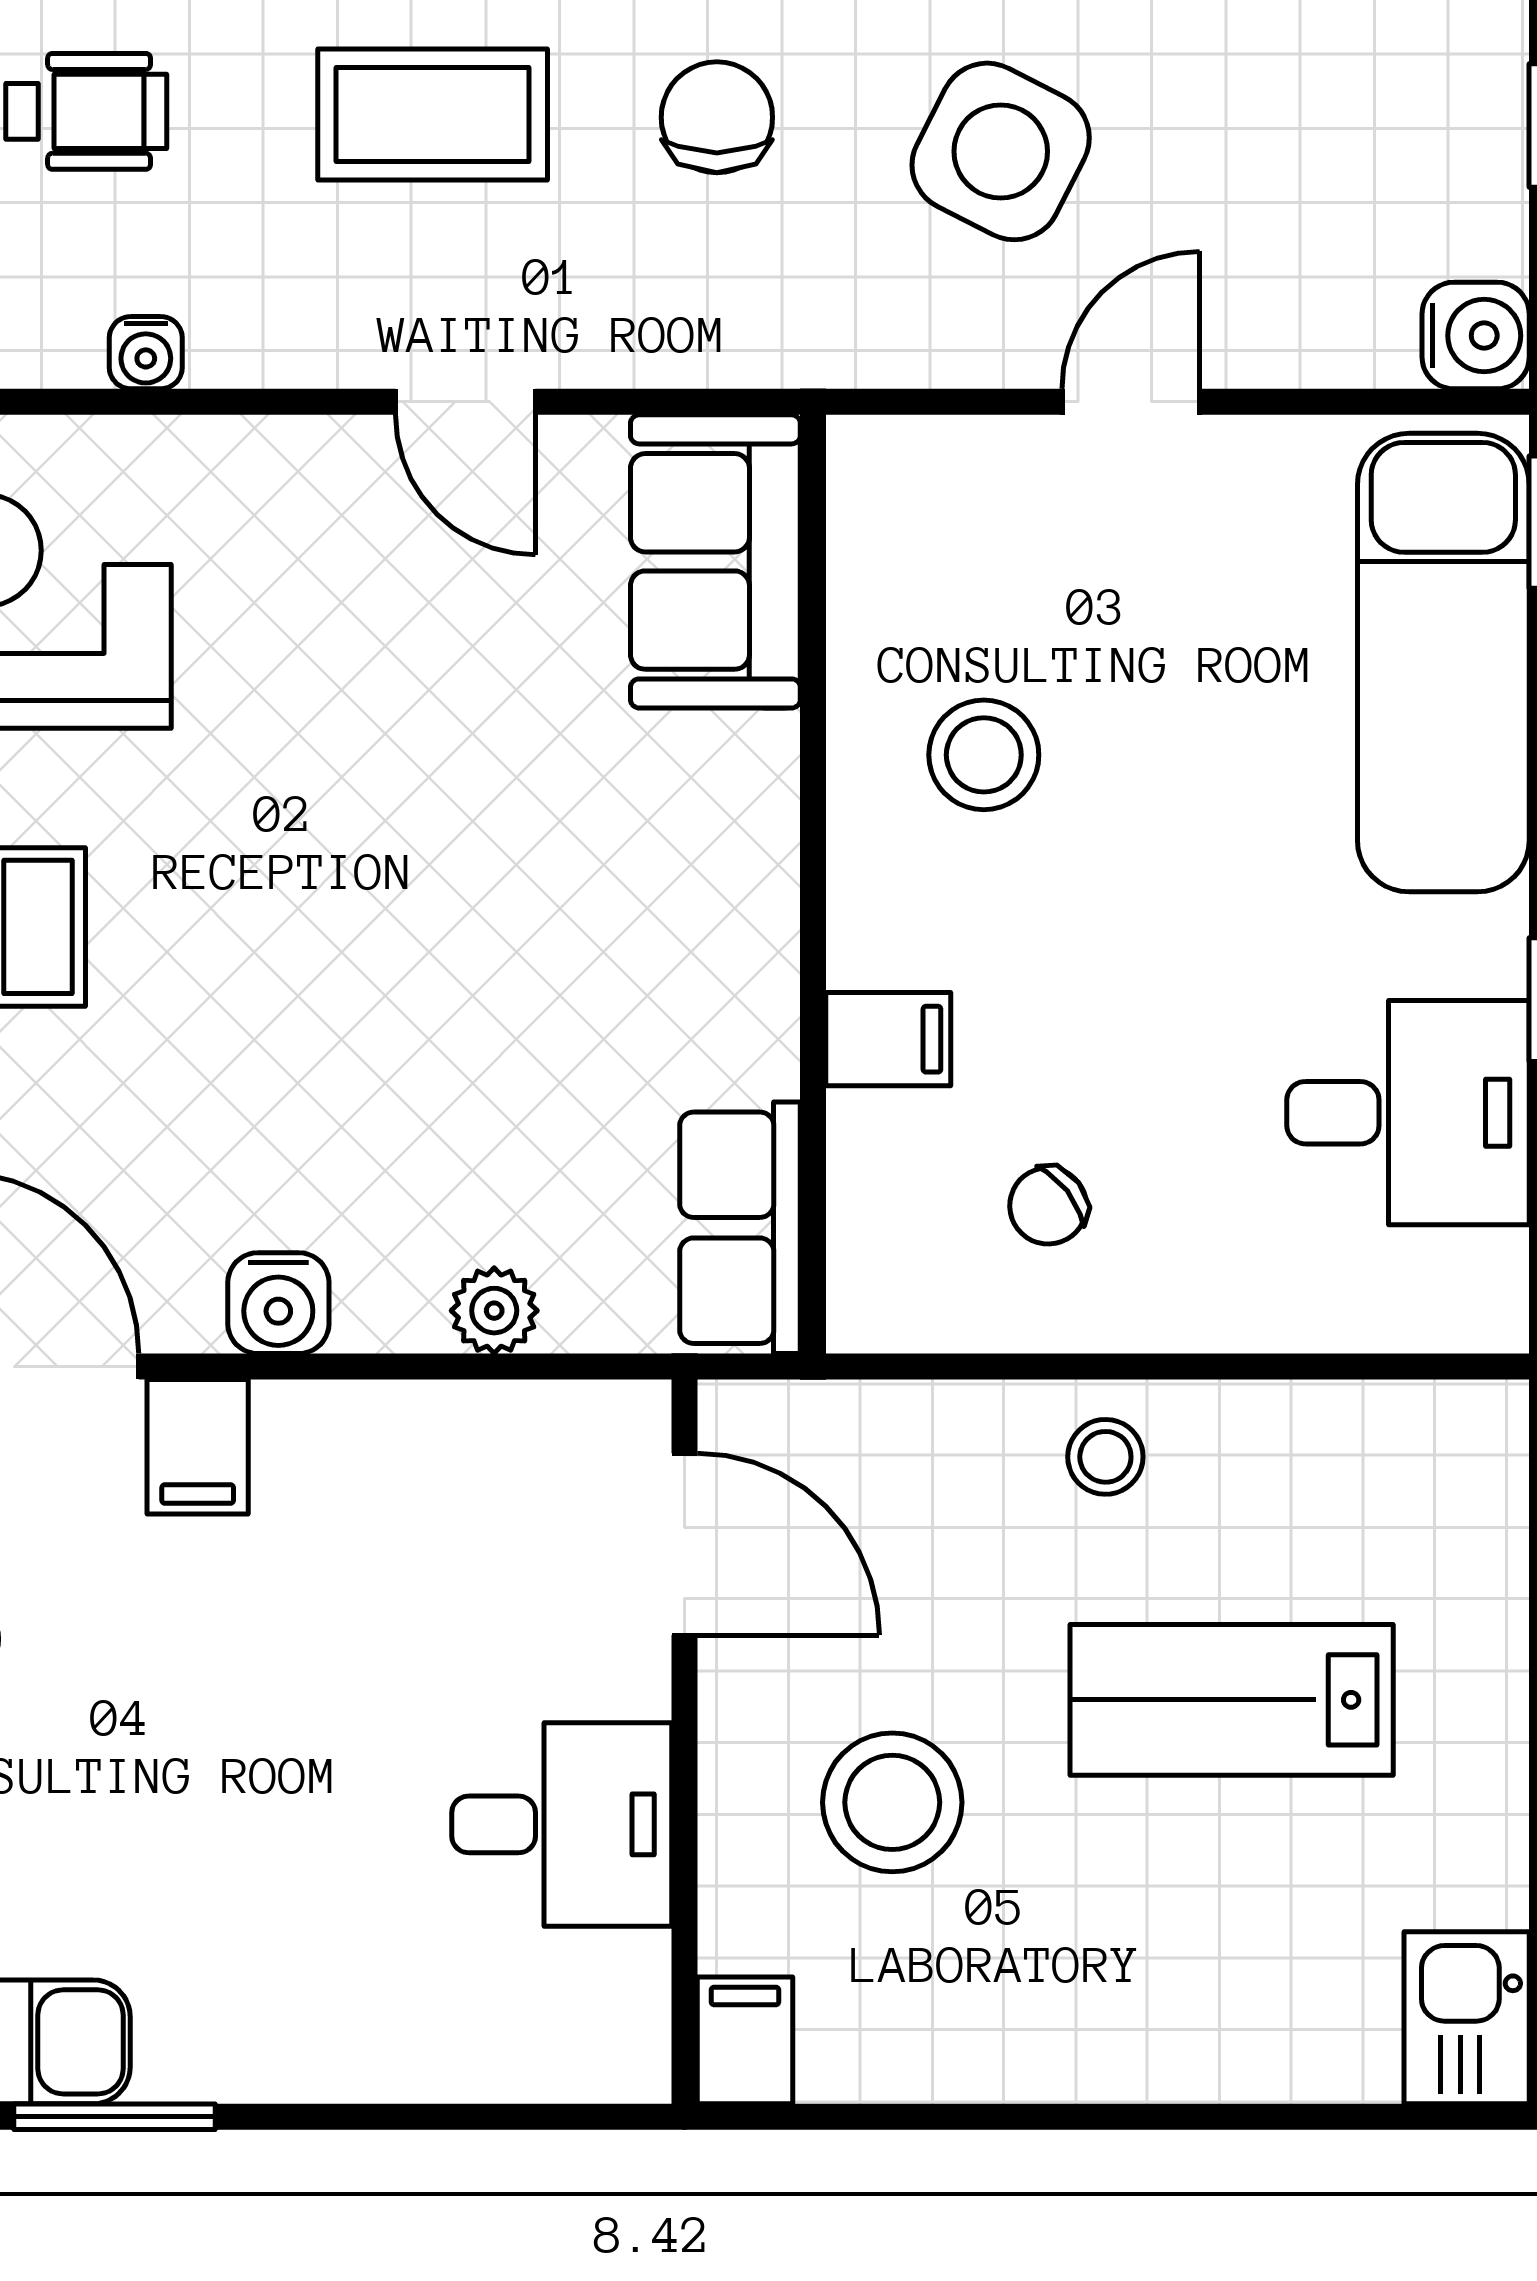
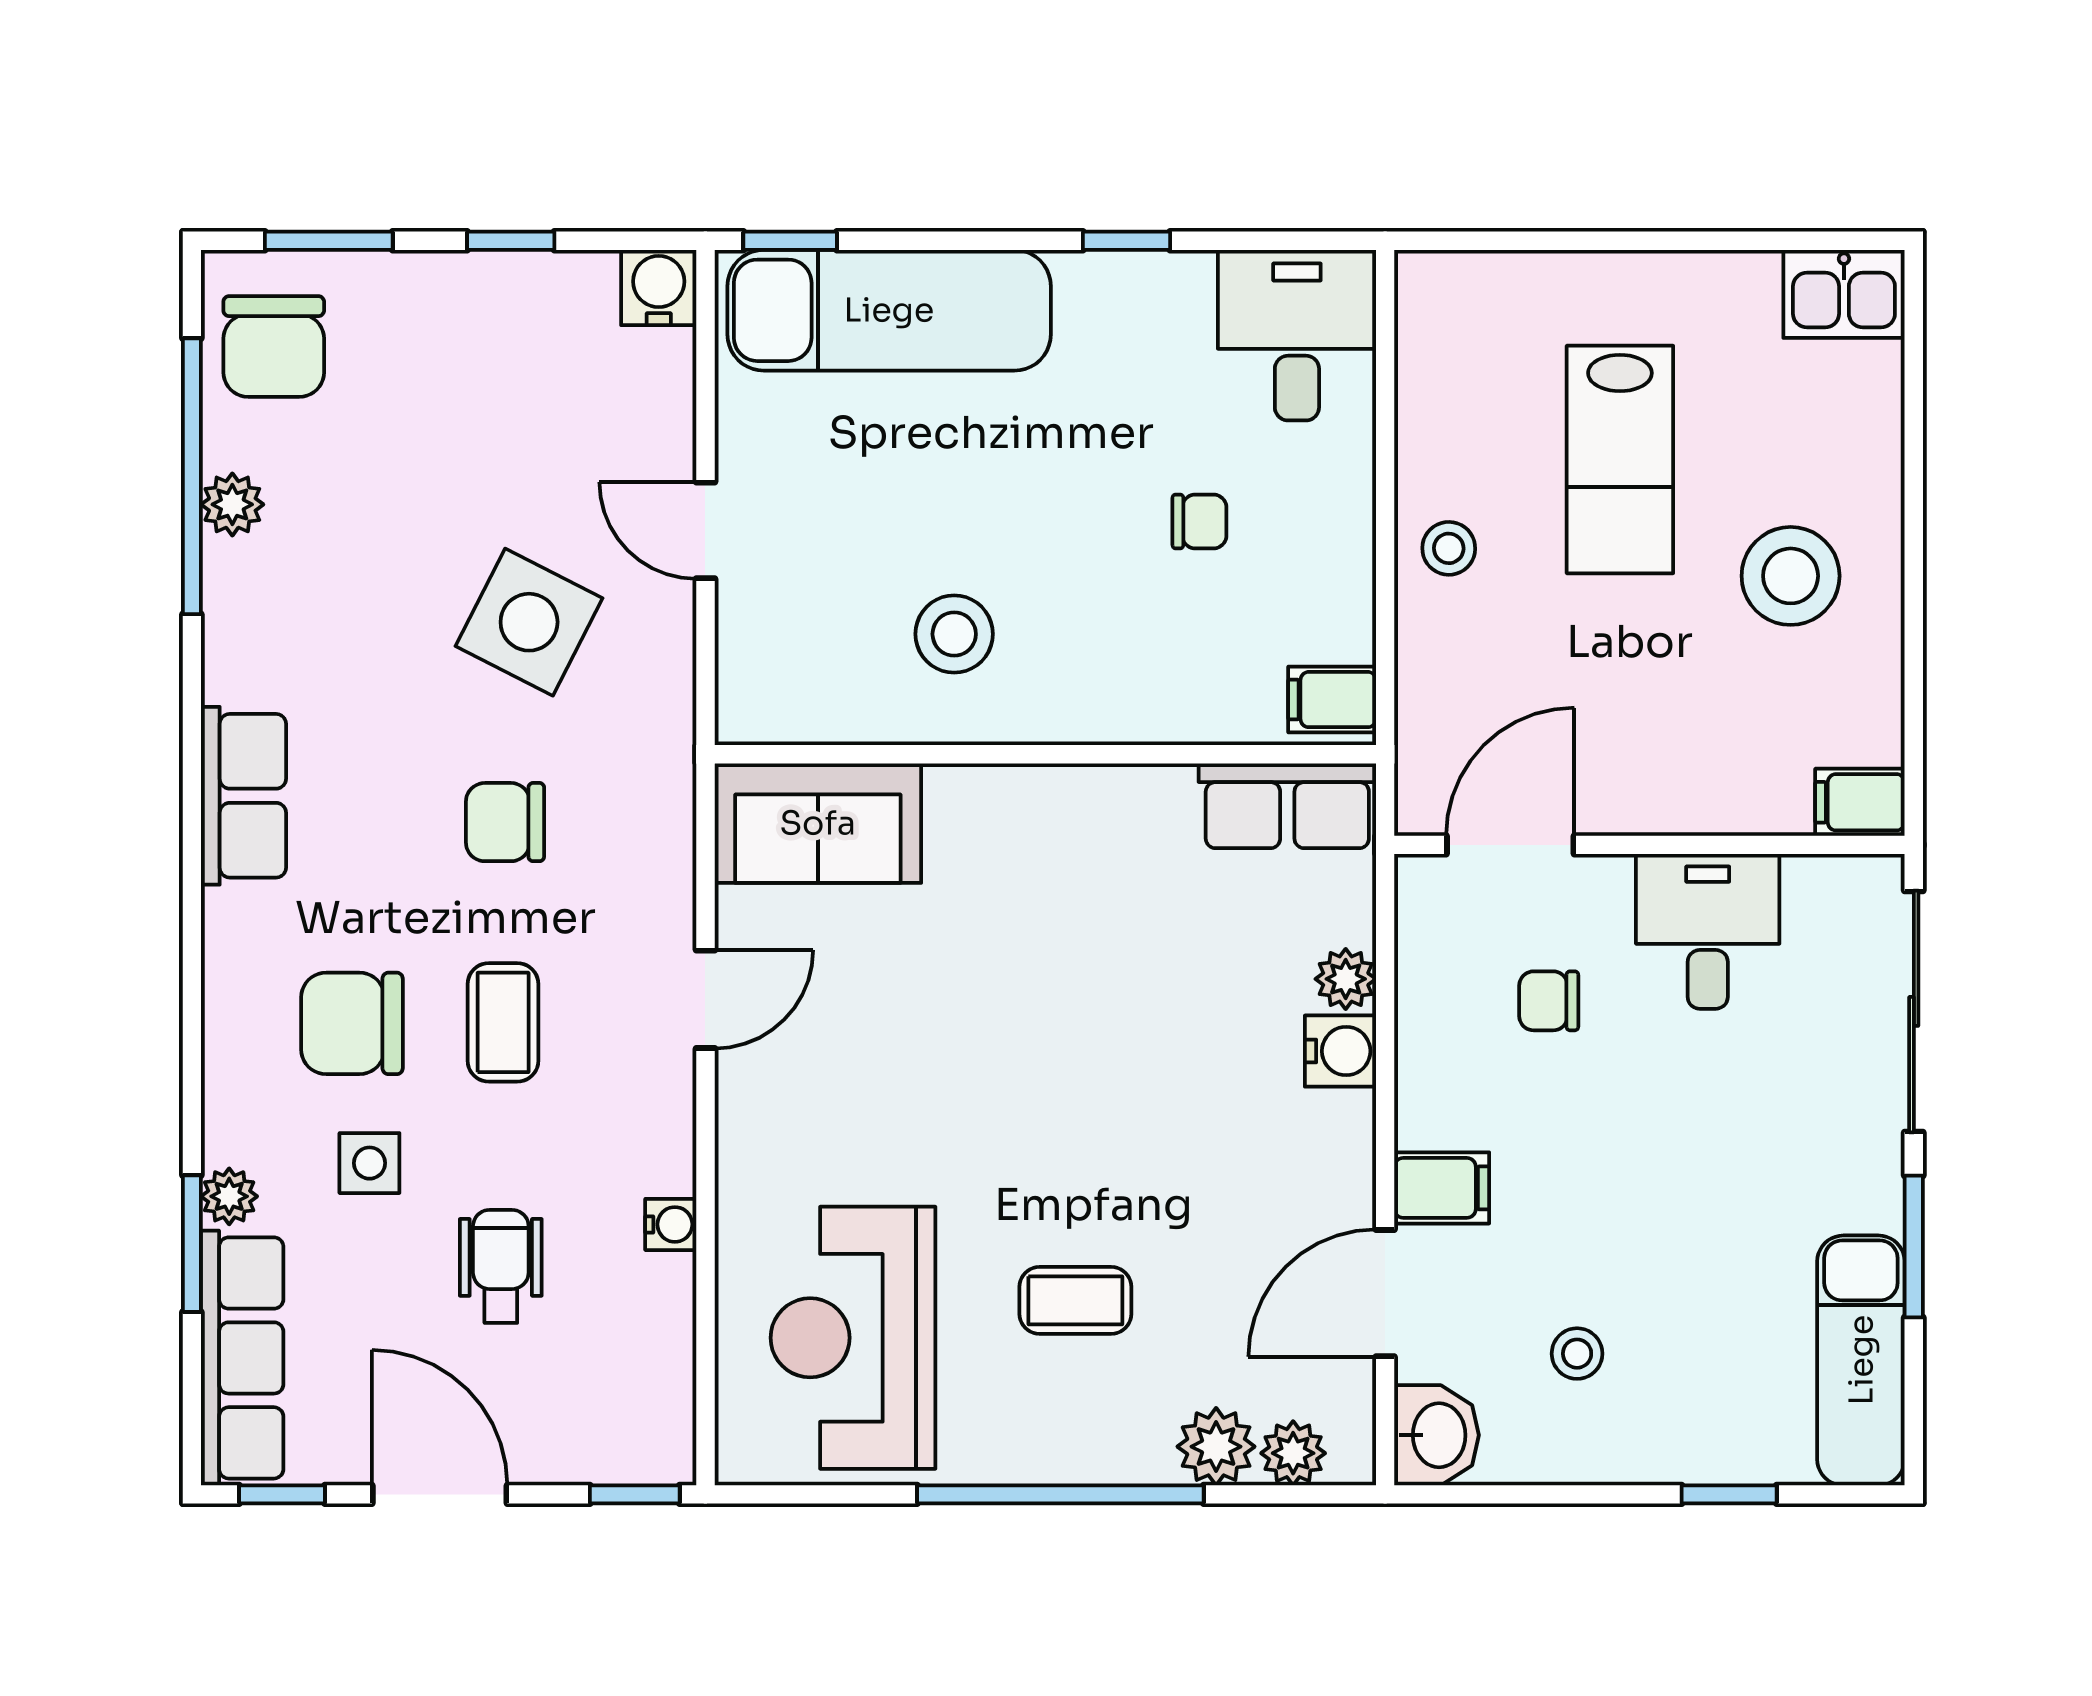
coffee table: (433, 115) -> (503, 1022), width x0.73, depth x0.77
filing cabinet: (888, 1039) -> (1332, 700), moved, turned -90
desk: (1408, 1113) -> (1297, 335), moved
chair: (1048, 1206) -> (1199, 521), moved, turned -52
water cooler: (278, 1303) -> (1340, 1051), moved
chair: (463, 1599) -> (1549, 1001), added
stool: (892, 1802) -> (1791, 576), moved
sliding door: (448, 2117) -> (1914, 1011), added

